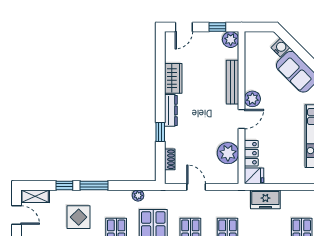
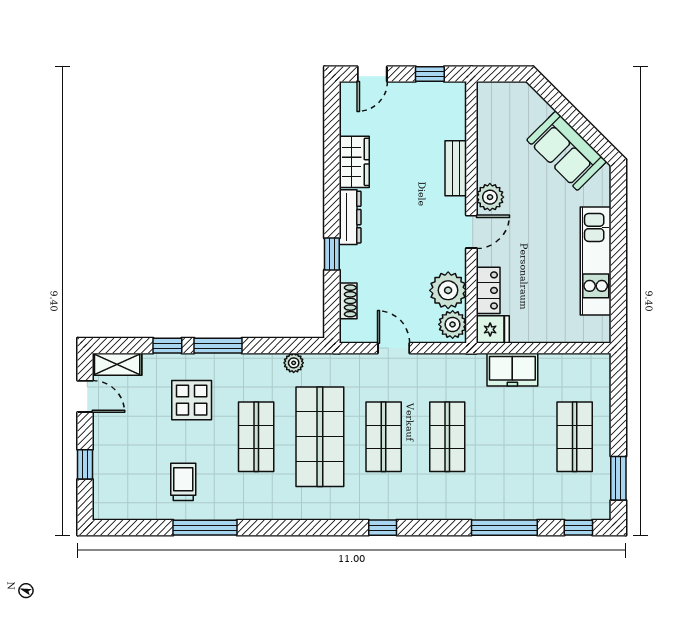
plant: (231, 40) -> (453, 324), moved
water cooler: (280, 48) -> (538, 109), removed
bench: (232, 82) -> (456, 168), width x0.73

